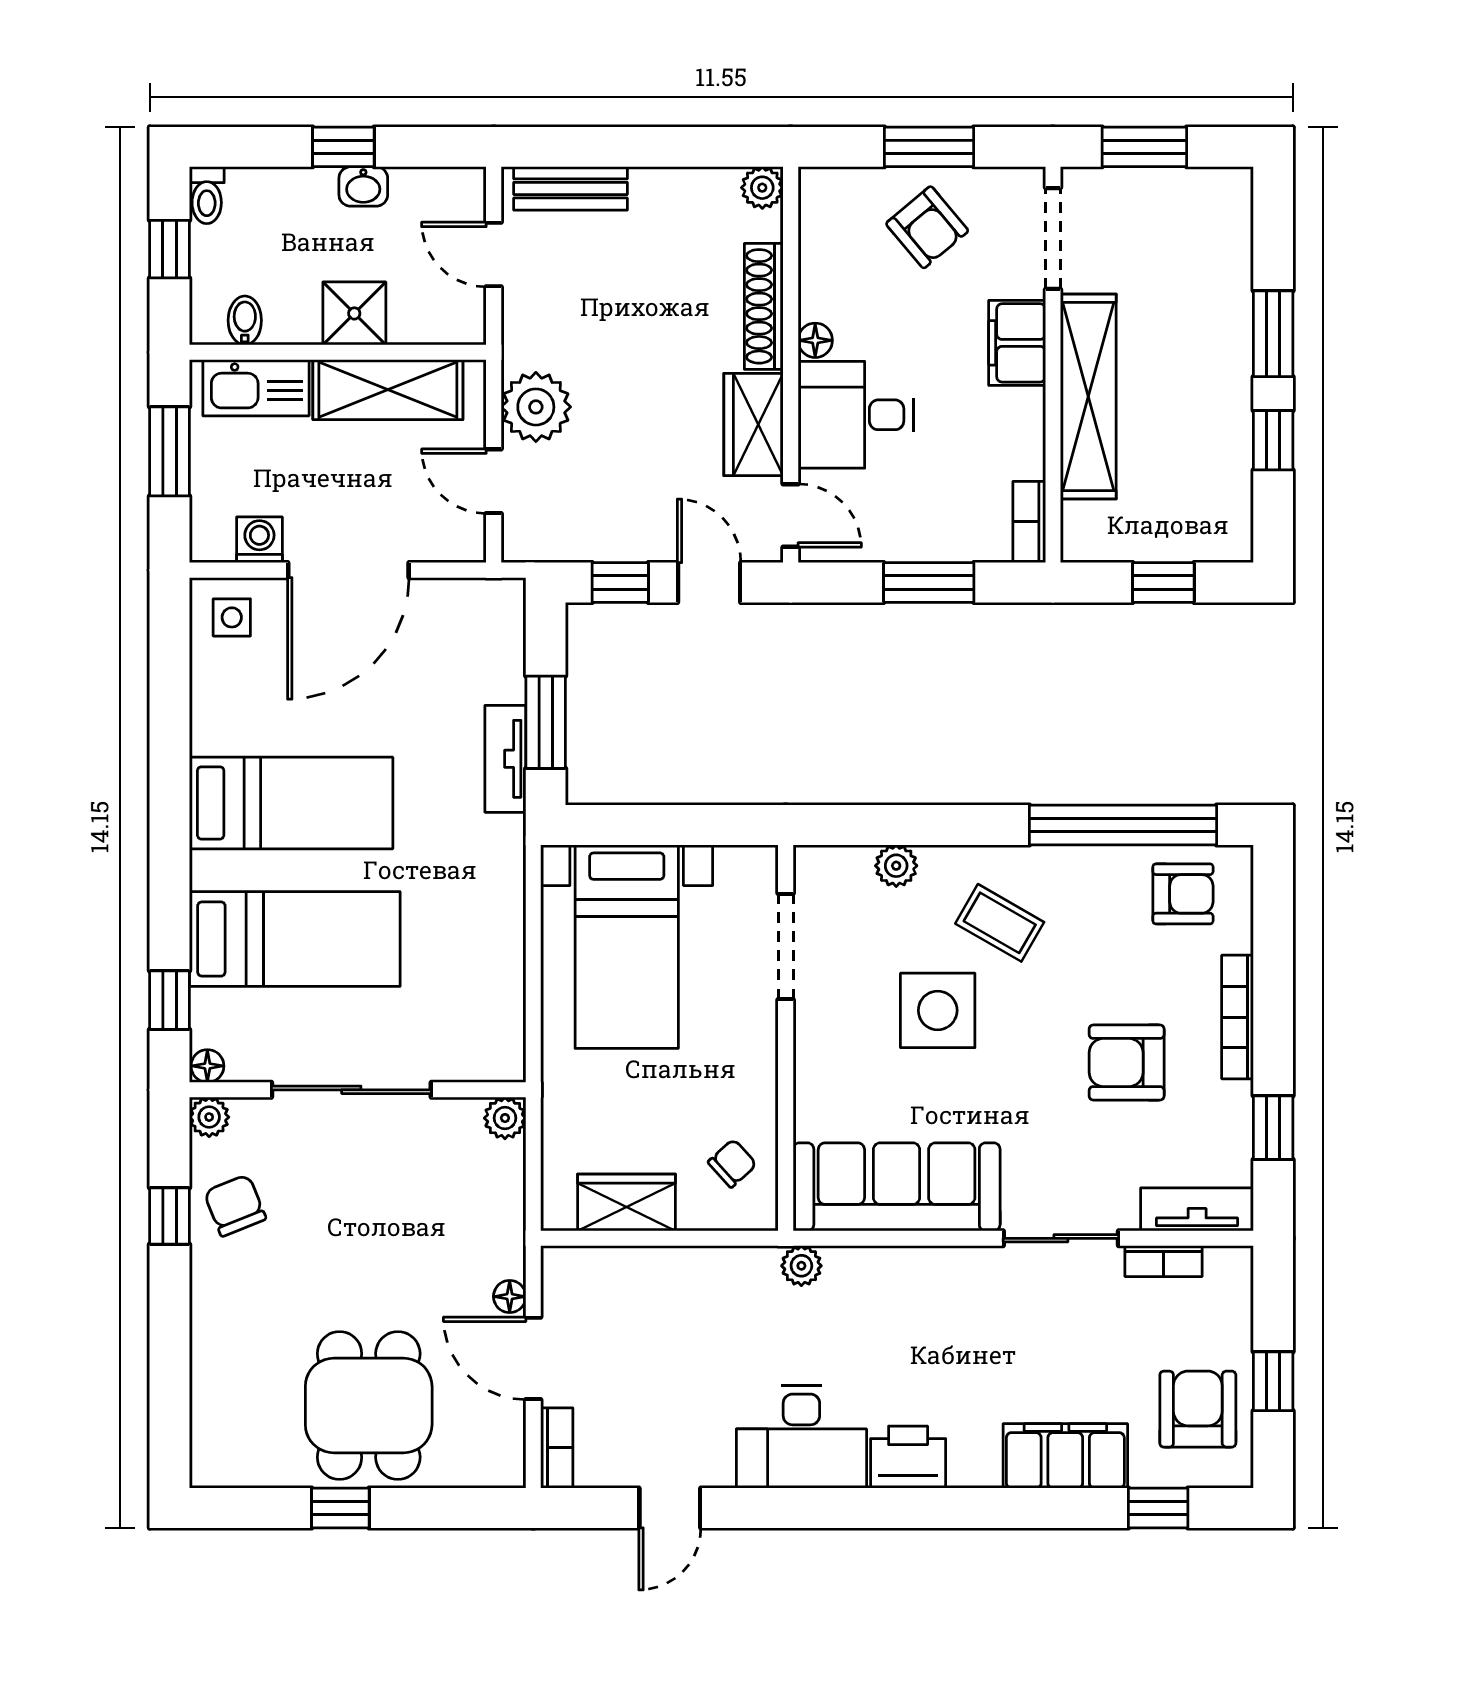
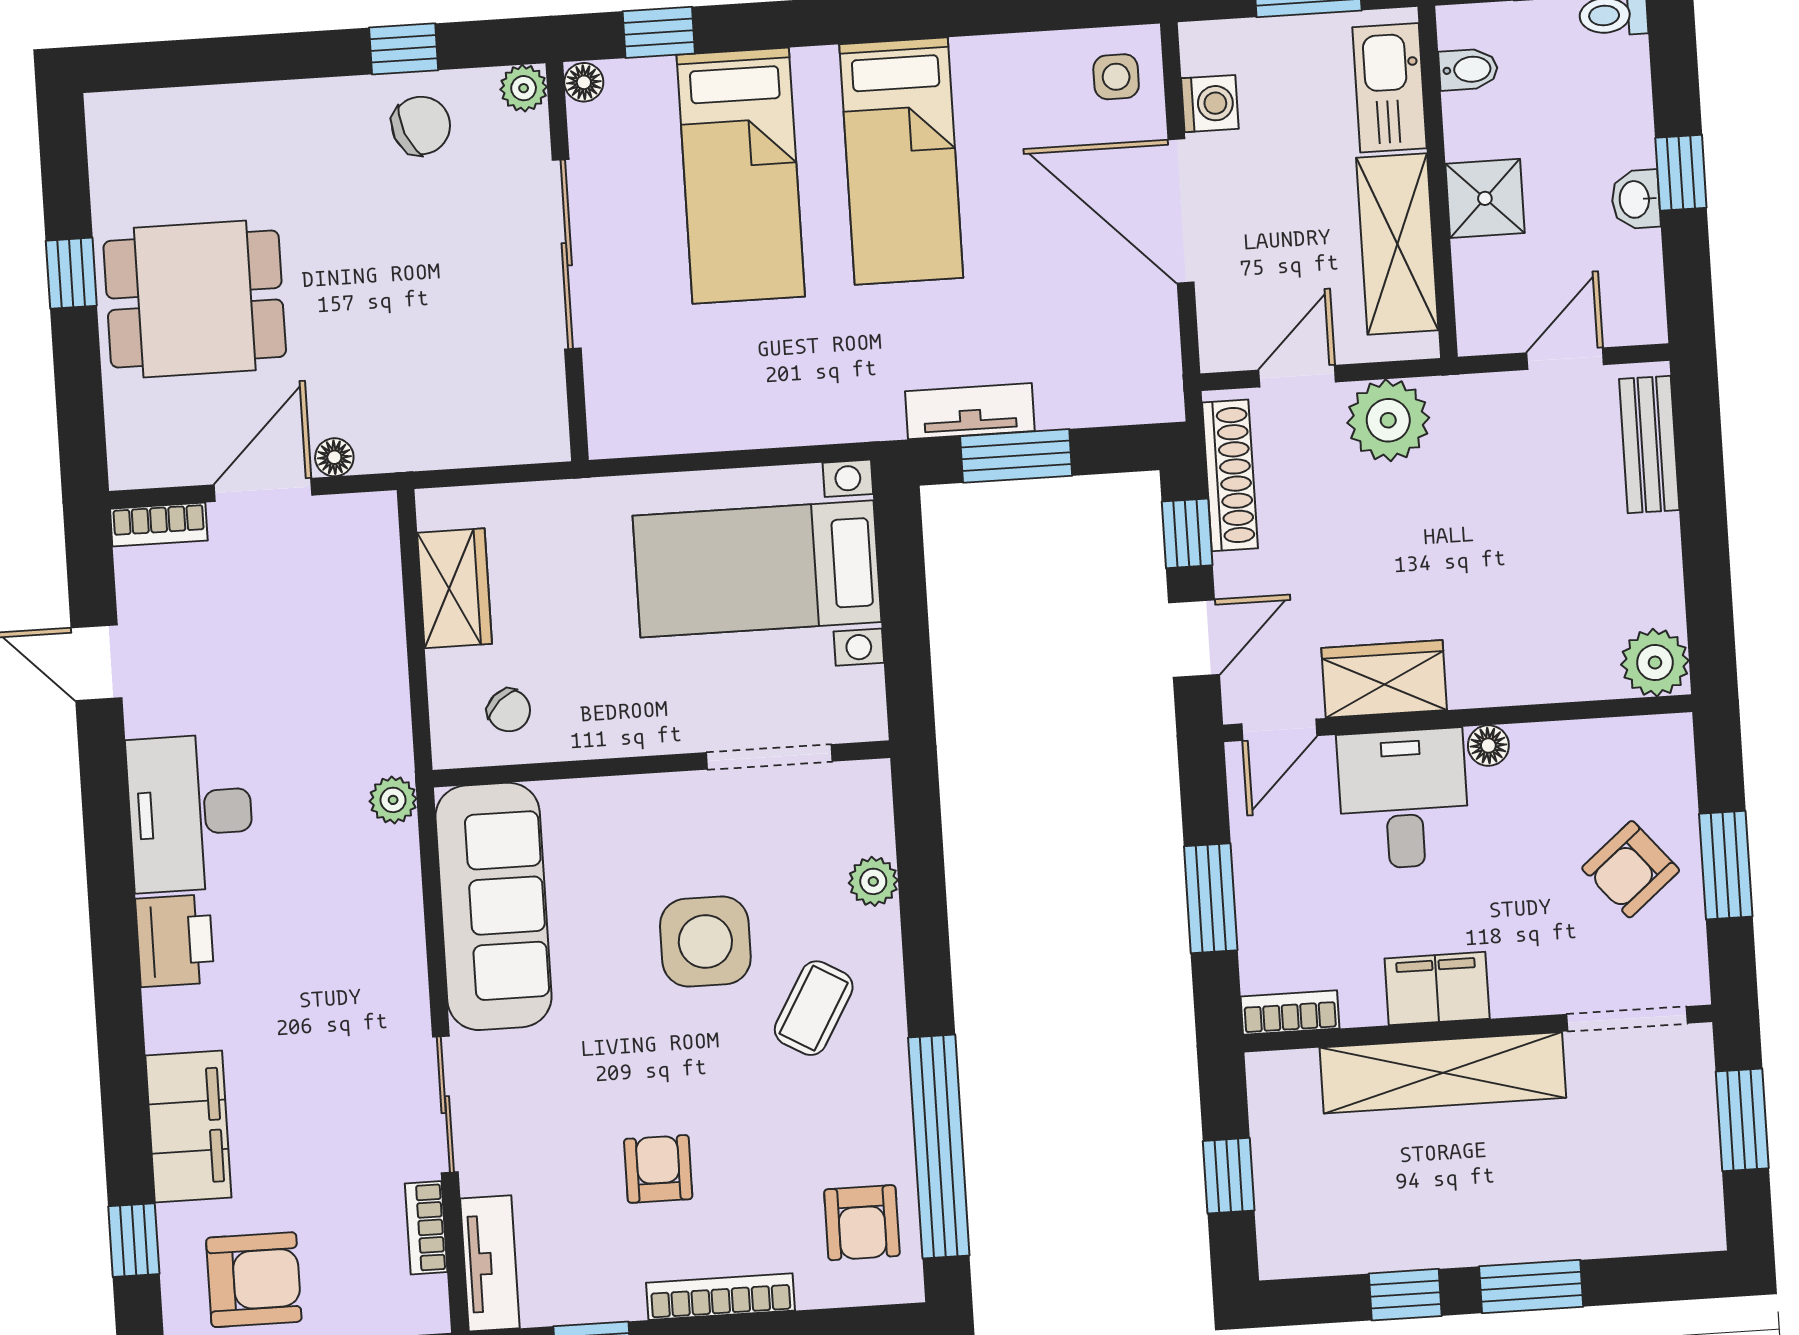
plant: (762, 188) -> (1655, 663), width x1.38, depth x1.38
shoe rack: (764, 306) -> (1230, 475), moved, turned 90
filing cabinet: (1017, 343) -> (1437, 989), moved
armchair: (1127, 1063) -> (658, 1169), width x0.72, depth x0.72
plant: (505, 1118) -> (545, 438), removed

